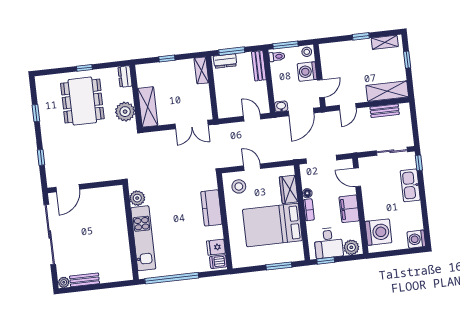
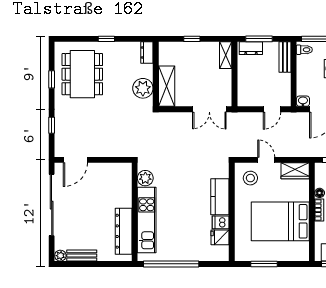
dining table: (82, 101) -> (82, 74), moved
door: (252, 118) -> (272, 109), swing flipped
wardrobe: (289, 189) -> (295, 171), moved, turned -90
dresser: (122, 252) -> (124, 231), added
dishwasher: (218, 262) -> (221, 222), moved
window: (279, 266) -> (264, 264), moved

